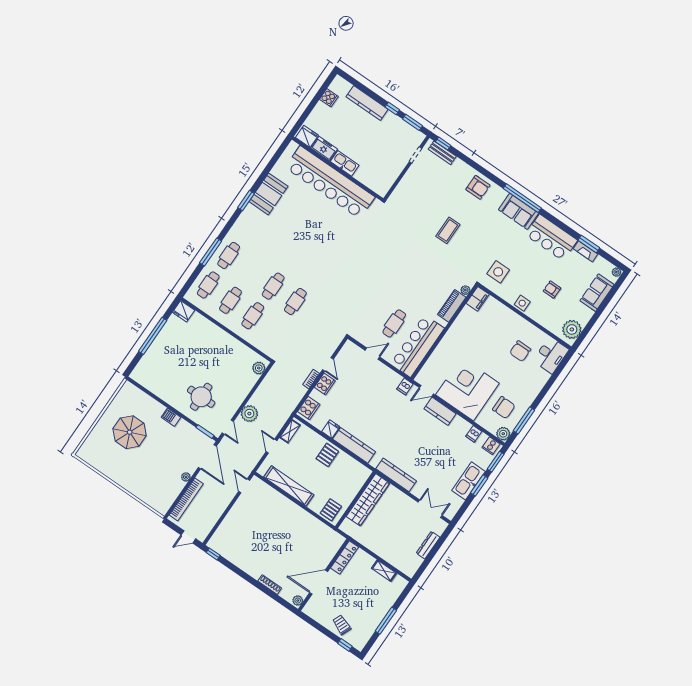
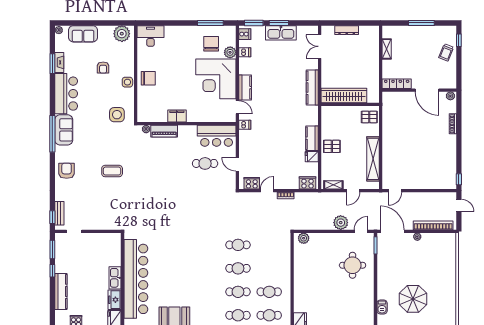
filing cabinet: (478, 299) -> (177, 116), moved
cafe table: (253, 316) -> (238, 292), moved
bar counter: (417, 346) -> (217, 136), width x0.73
chair: (520, 351) -> (148, 78), moved
cooker: (325, 384) -> (252, 183), moved
barbecue: (171, 417) -> (382, 307), moved
plant: (503, 434) -> (230, 52), moved
kitchen counter: (354, 445) -> (312, 138), width x0.67
door: (207, 457) -> (392, 231), hinge flipped

